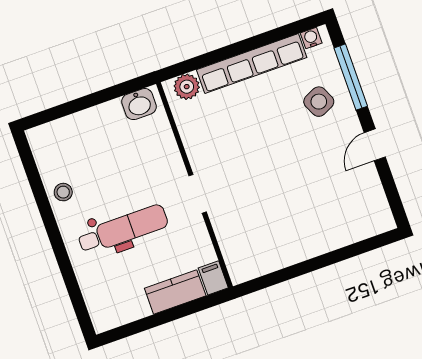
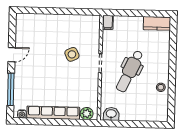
side table: (319, 102) -> (72, 54), moved
dental chair: (123, 229) -> (130, 71), moved, turned -65
kitchen counter: (175, 292) -> (157, 23), moved

